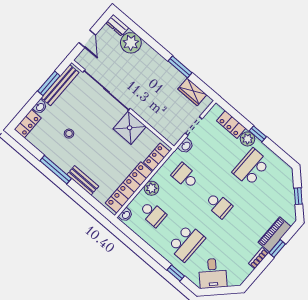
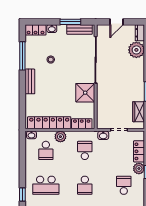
bench: (60, 85) -> (80, 29), width x0.73
school desk: (251, 167) -> (124, 185), width x0.54
window: (56, 170) -> (22, 56), moved
bench: (83, 180) -> (30, 81), moved

